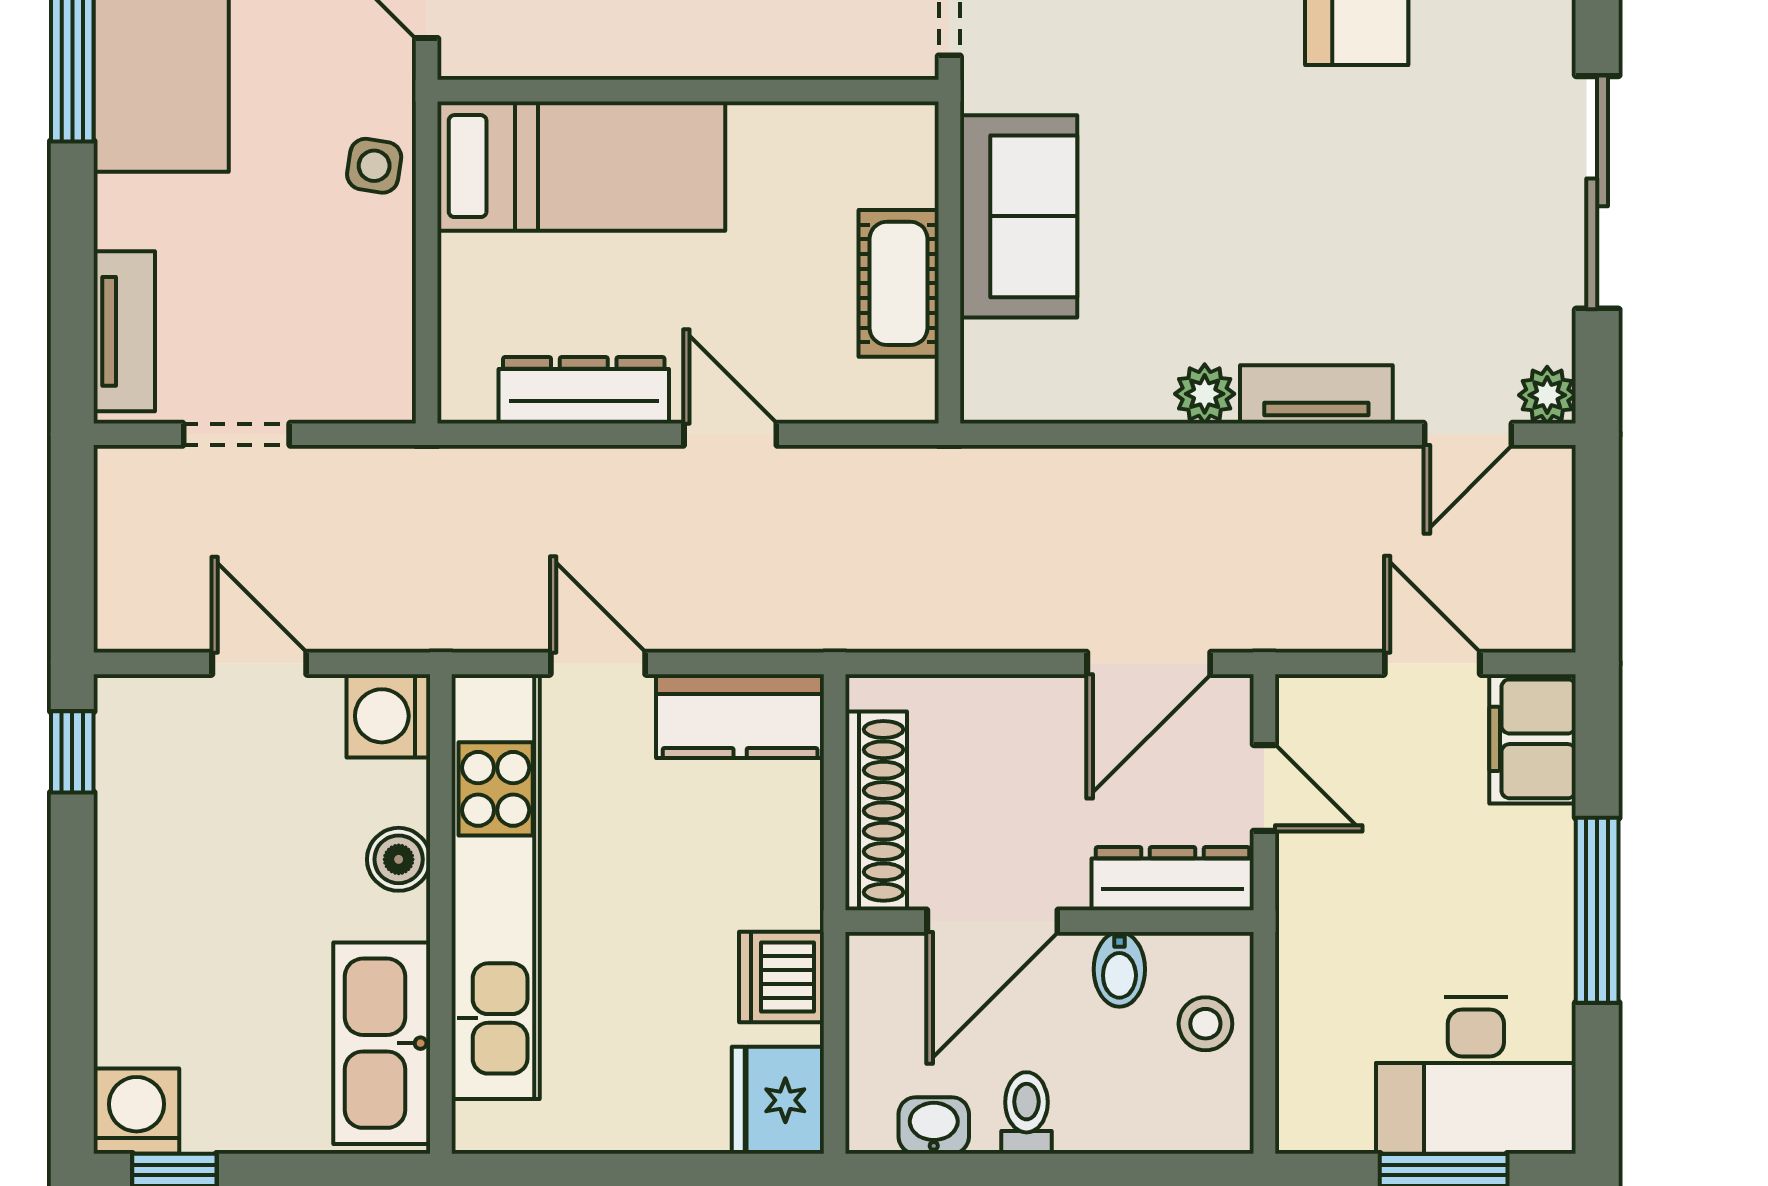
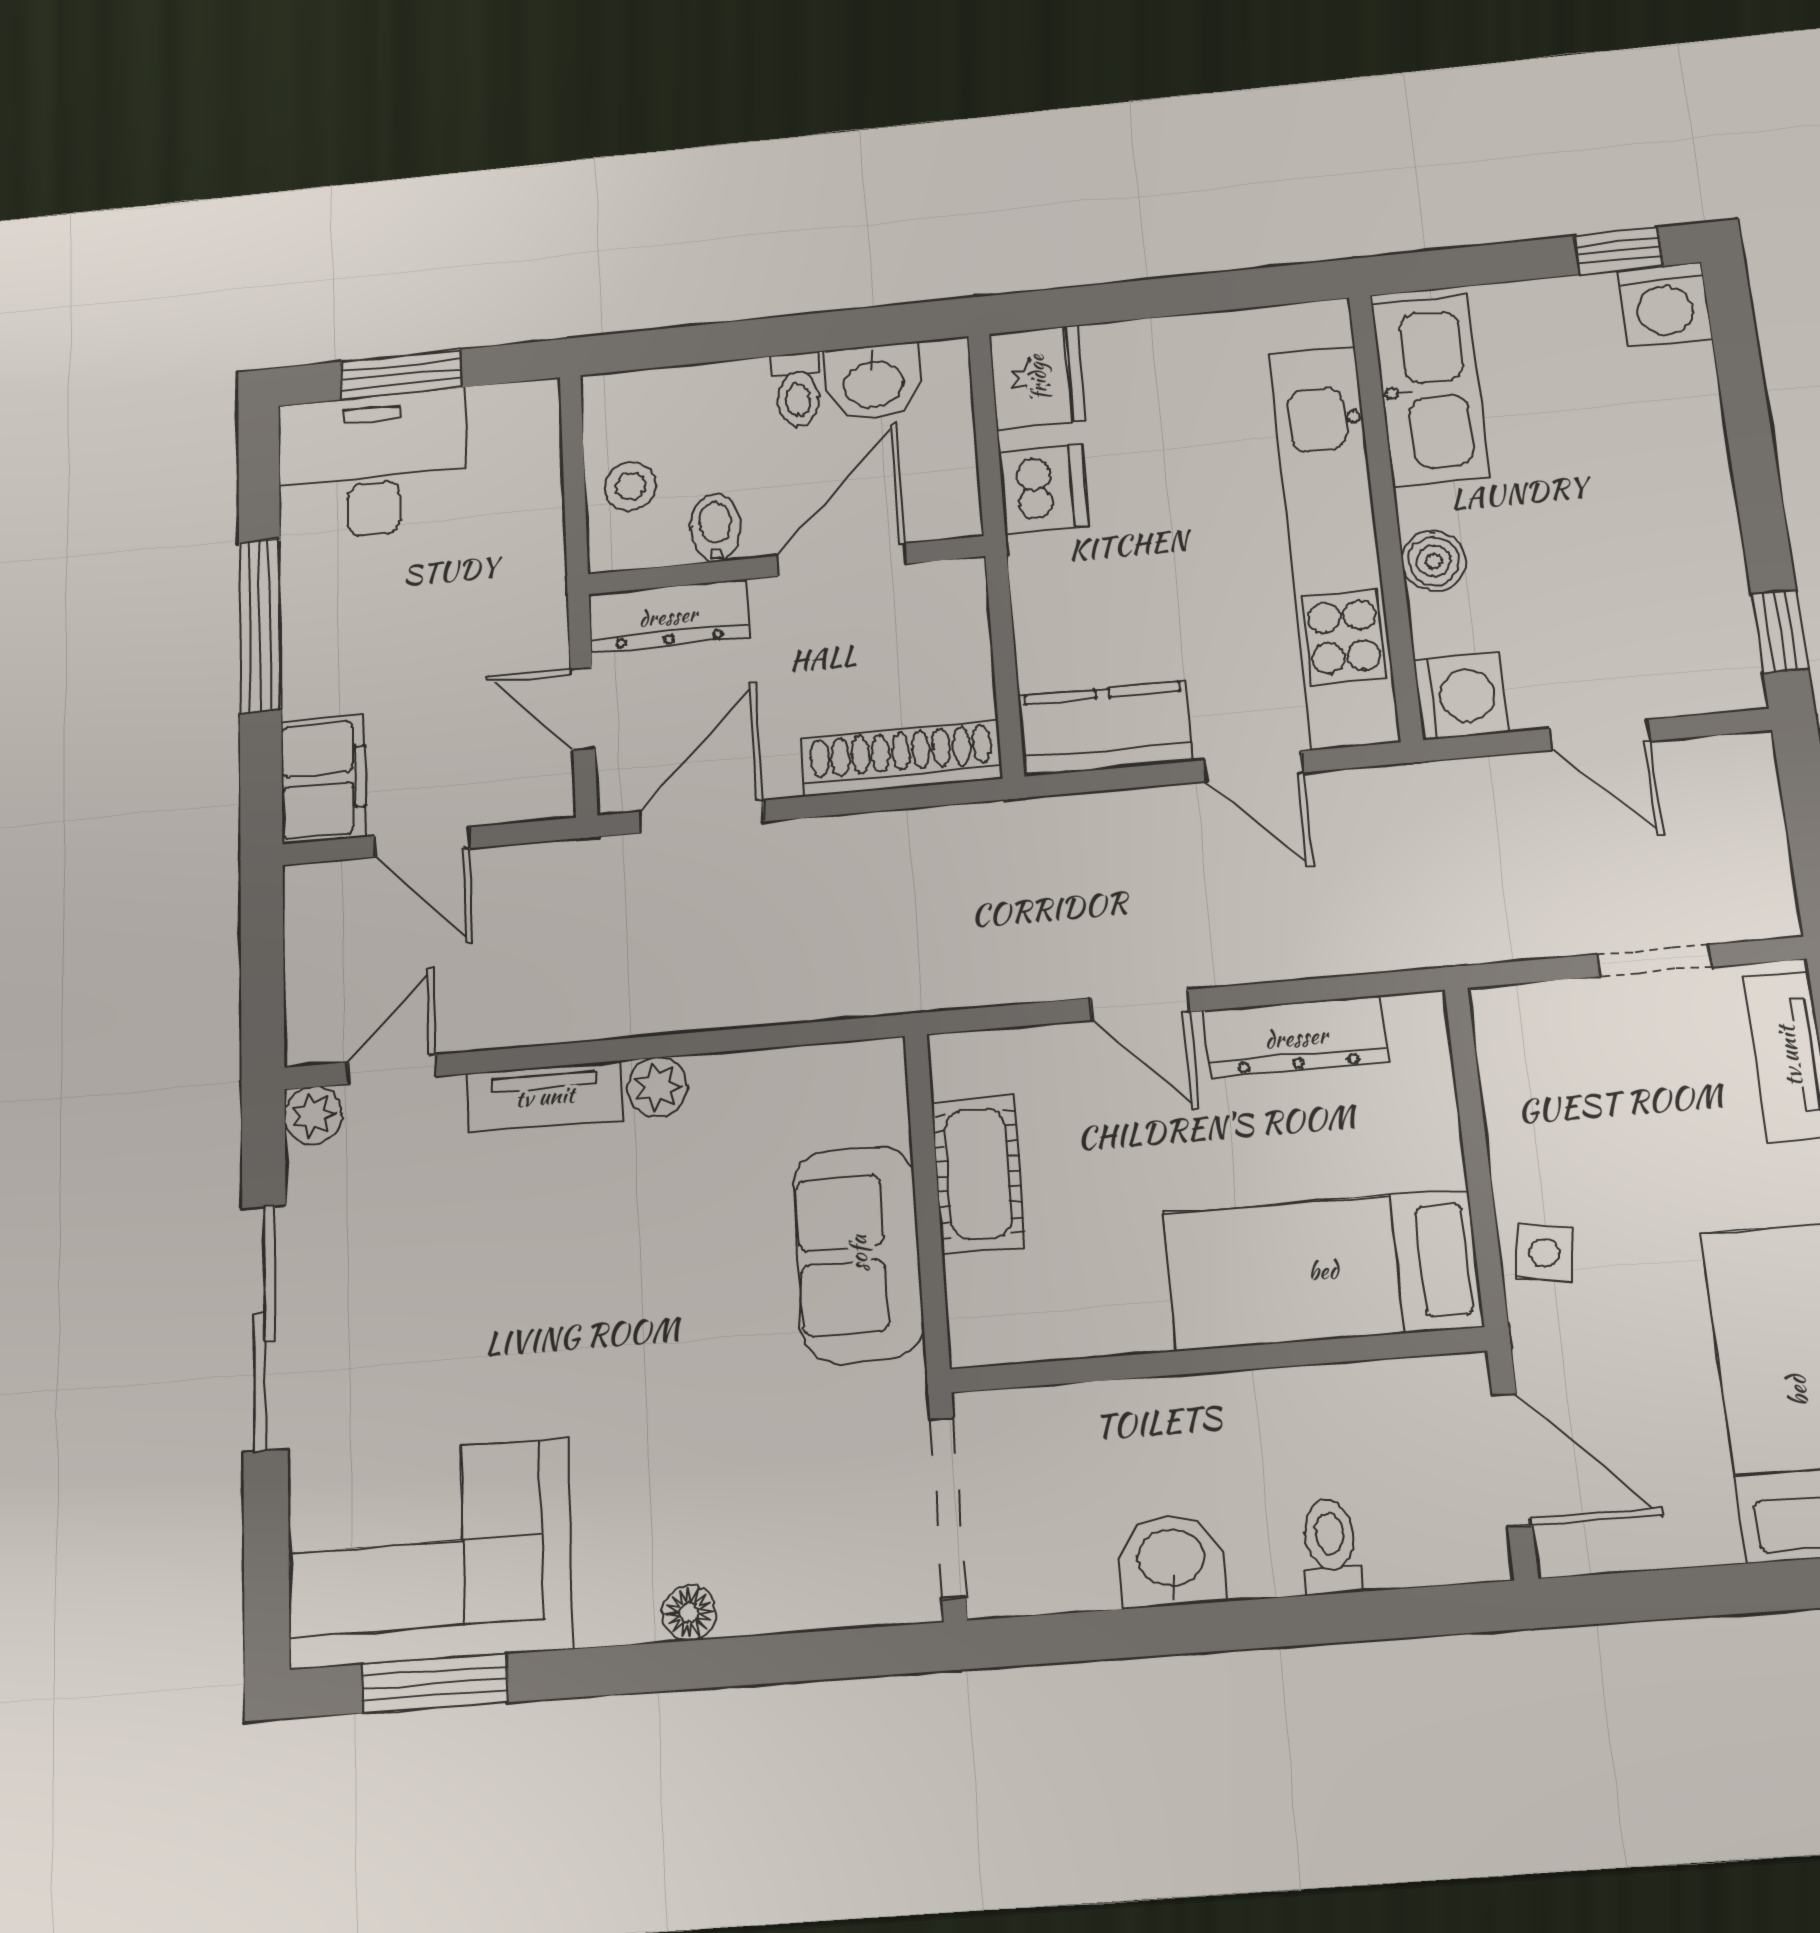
shoe rack: (876, 811) -> (901, 758), moved, turned 90
washbasin: (934, 1125) -> (873, 382), width x1.38, depth x1.45

